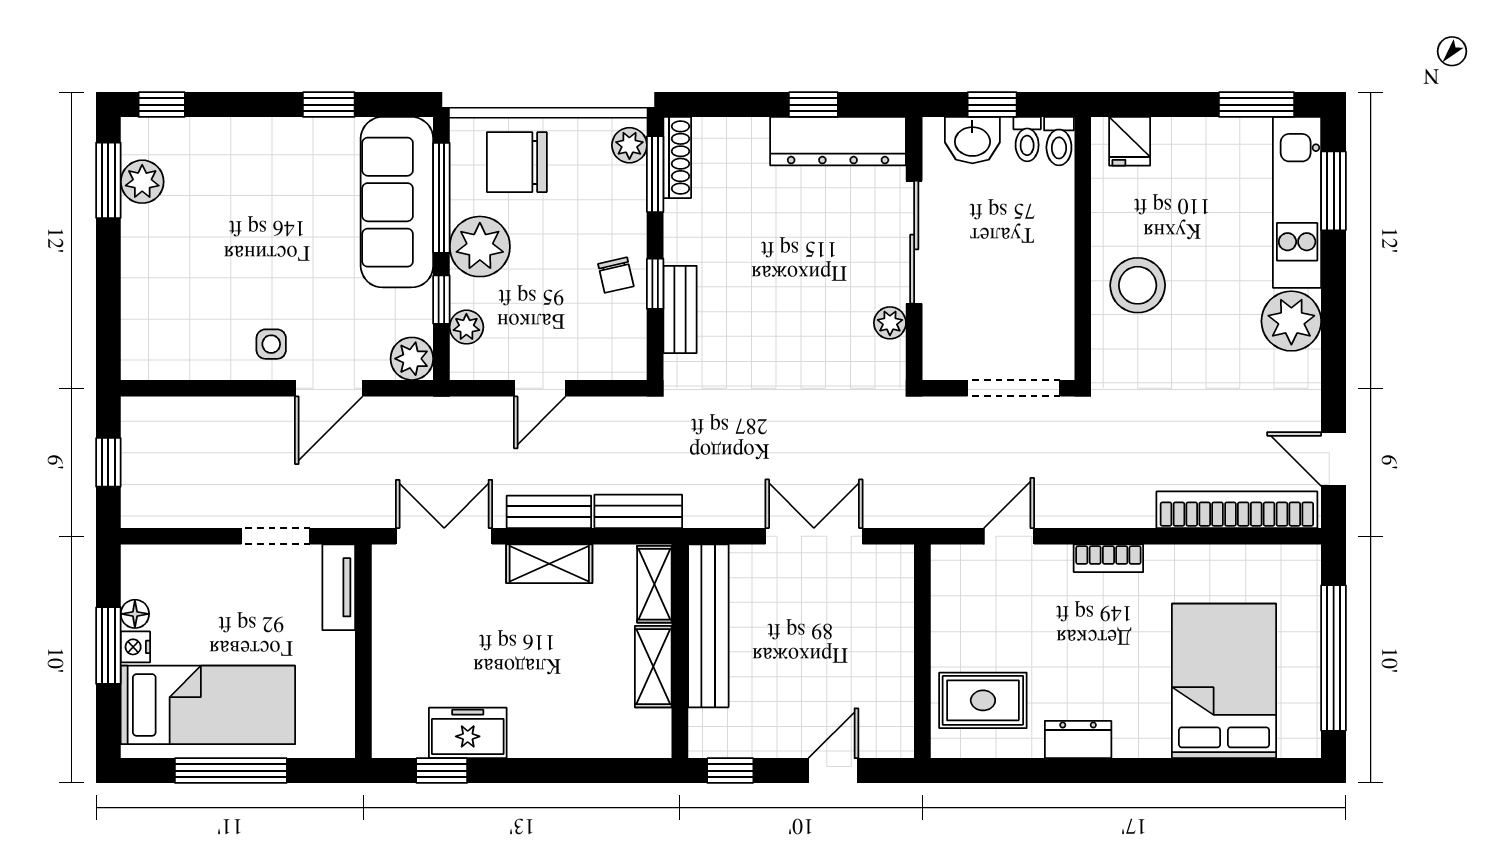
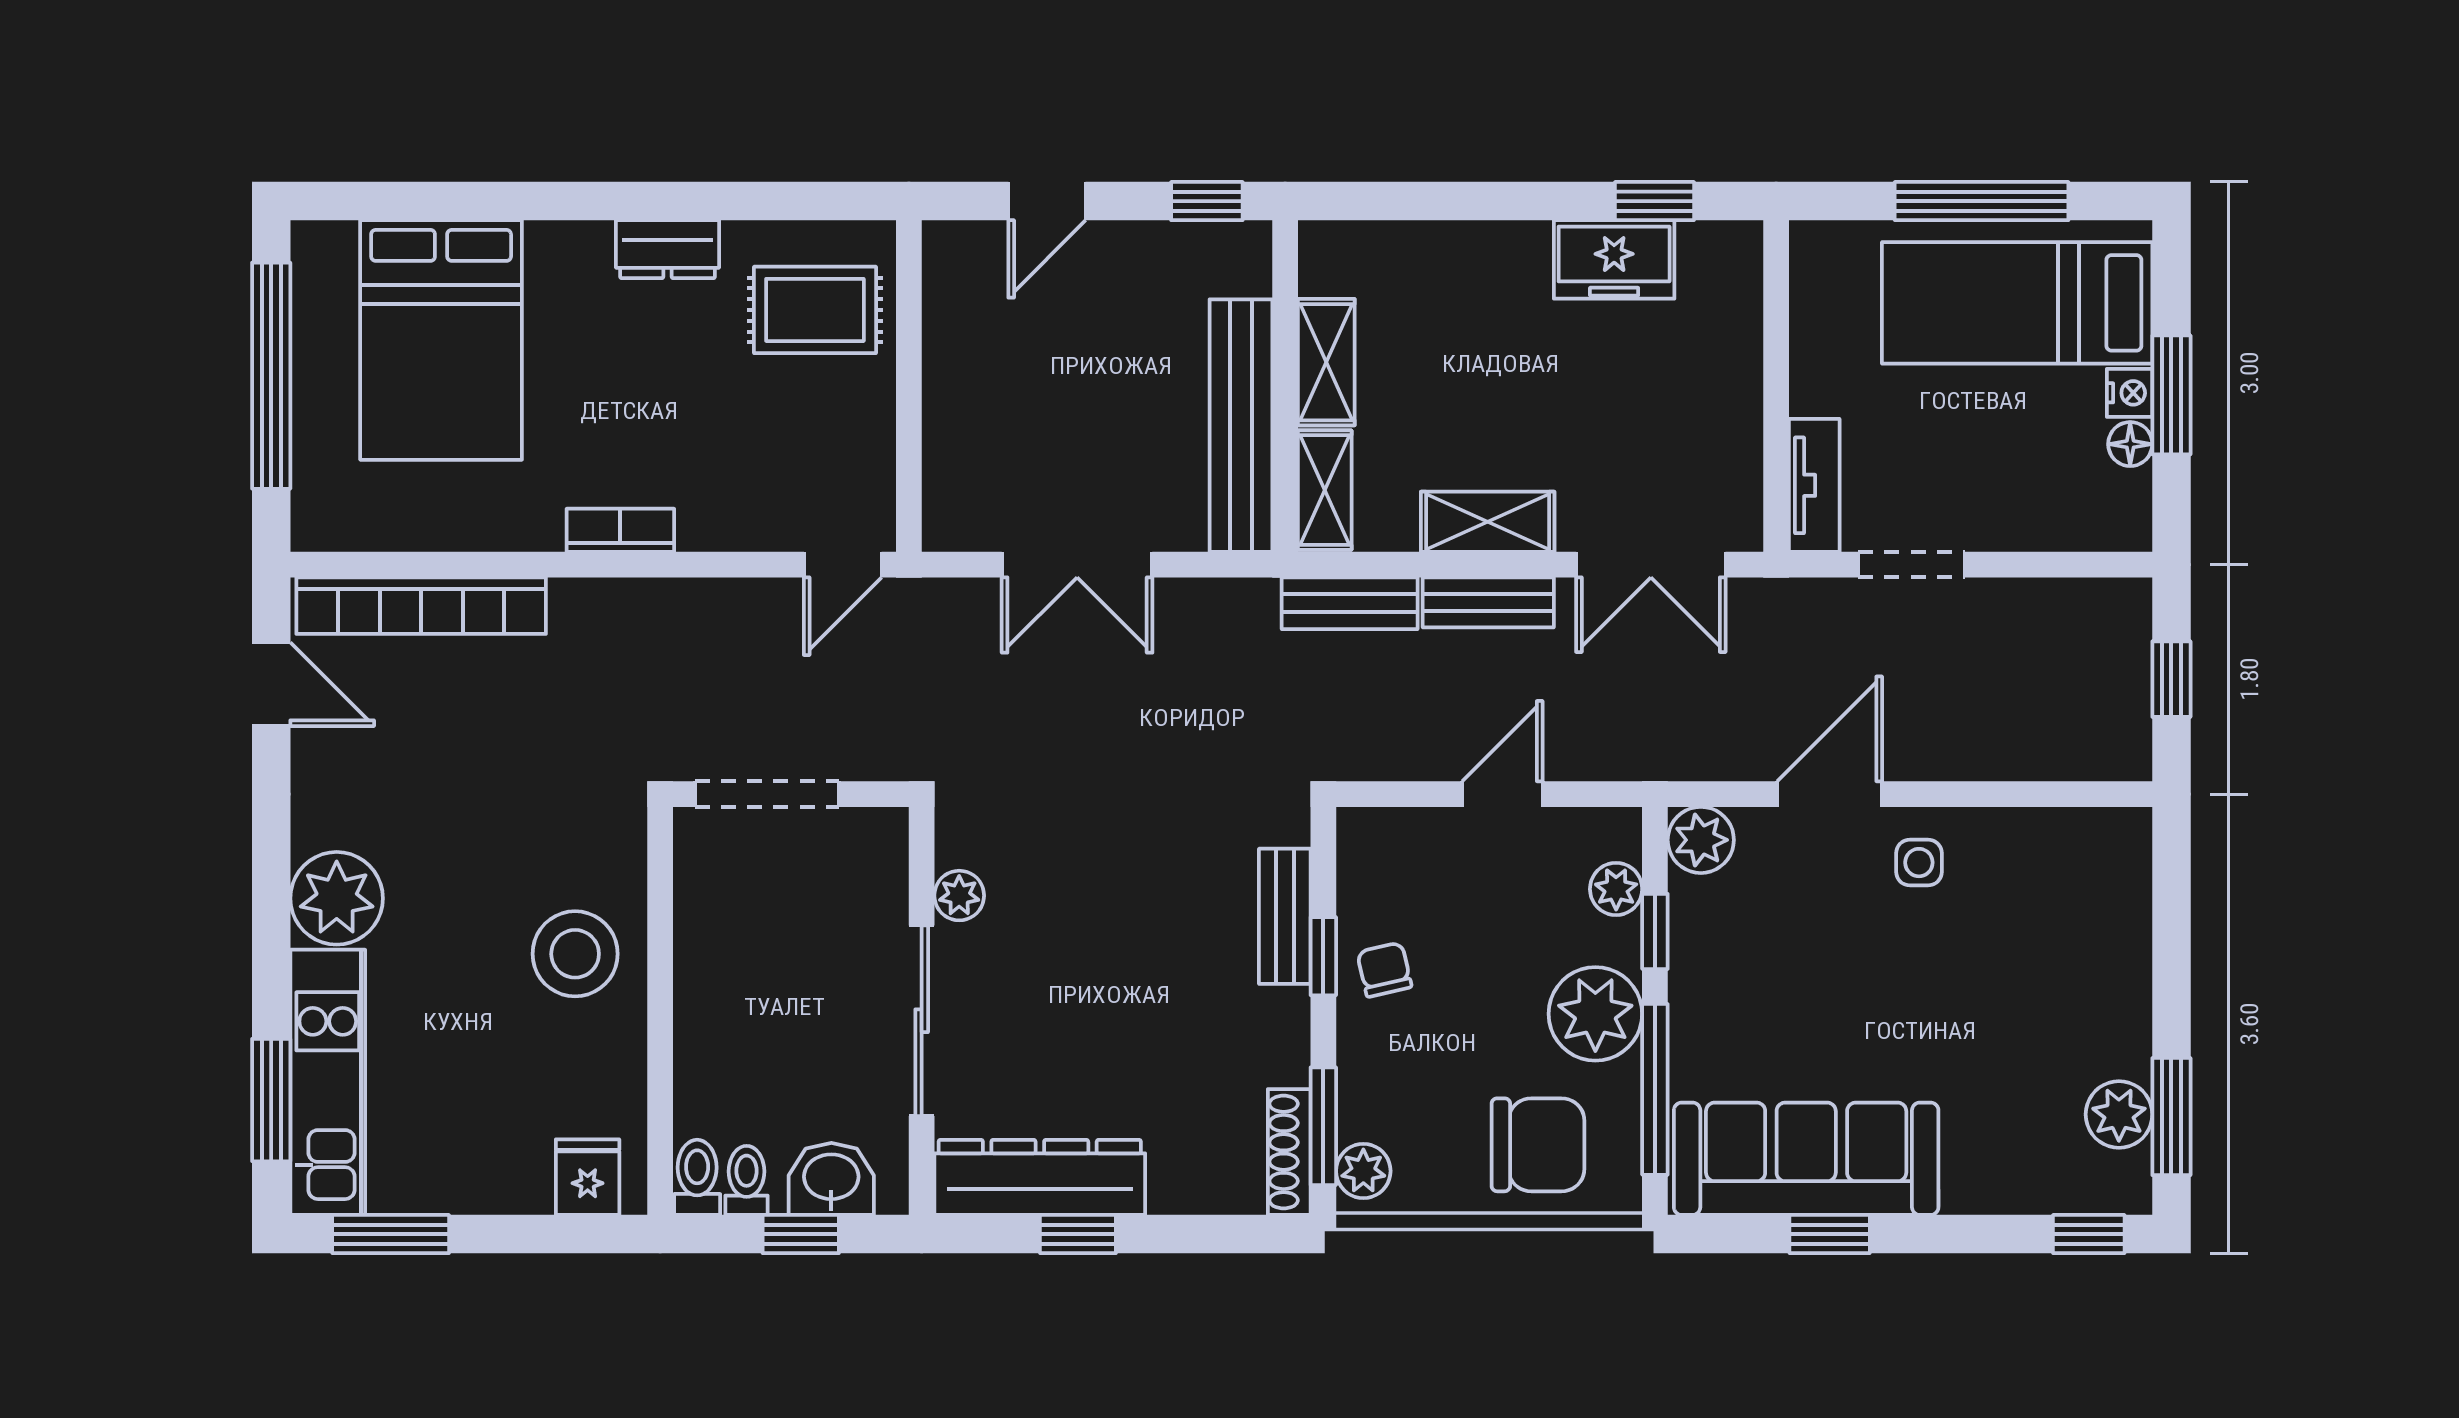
sofa: (397, 202) -> (1806, 1159), moved, turned -90
door: (1009, 536) -> (843, 565), moved

